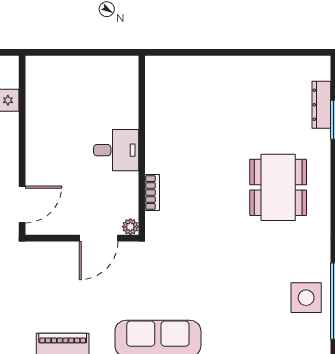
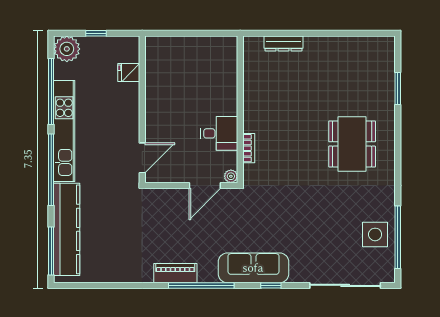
dresser: (321, 105) -> (284, 43), moved, turned -90
desk: (116, 150) -> (219, 133), moved

